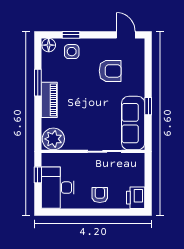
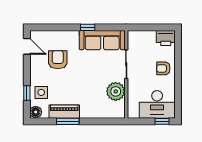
door: (126, 35) -> (27, 46), swing flipped
piano: (49, 100) -> (64, 112), moved
plant: (53, 139) -> (116, 91), moved
window: (38, 175) -> (162, 121), moved

